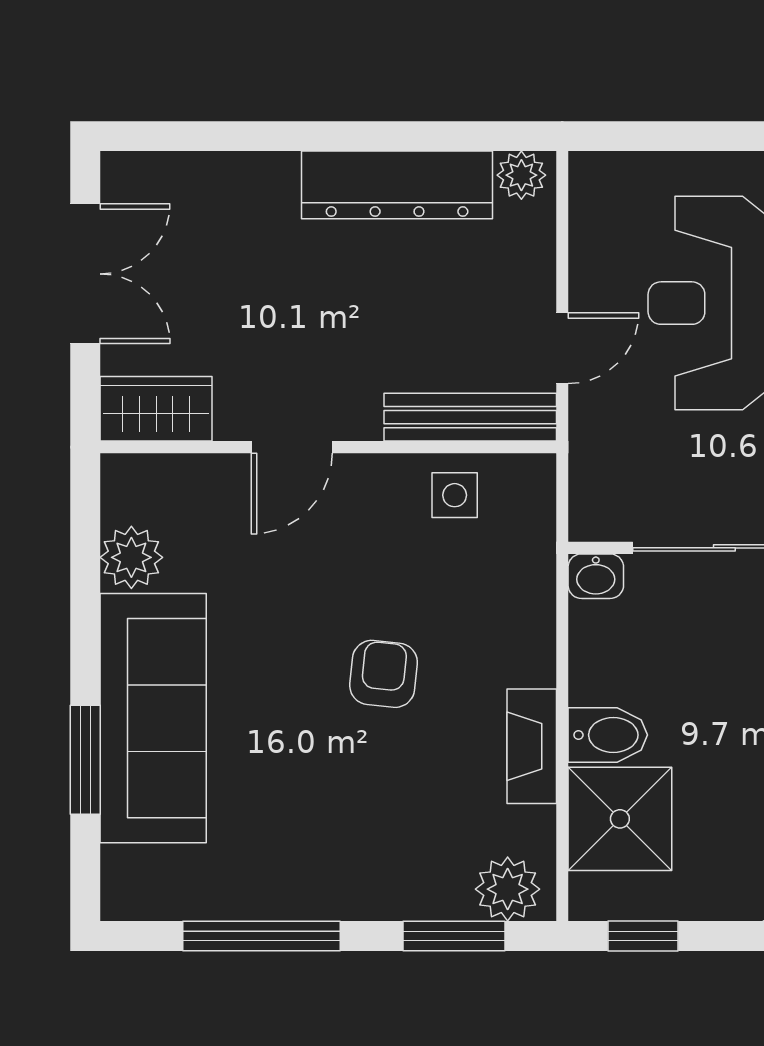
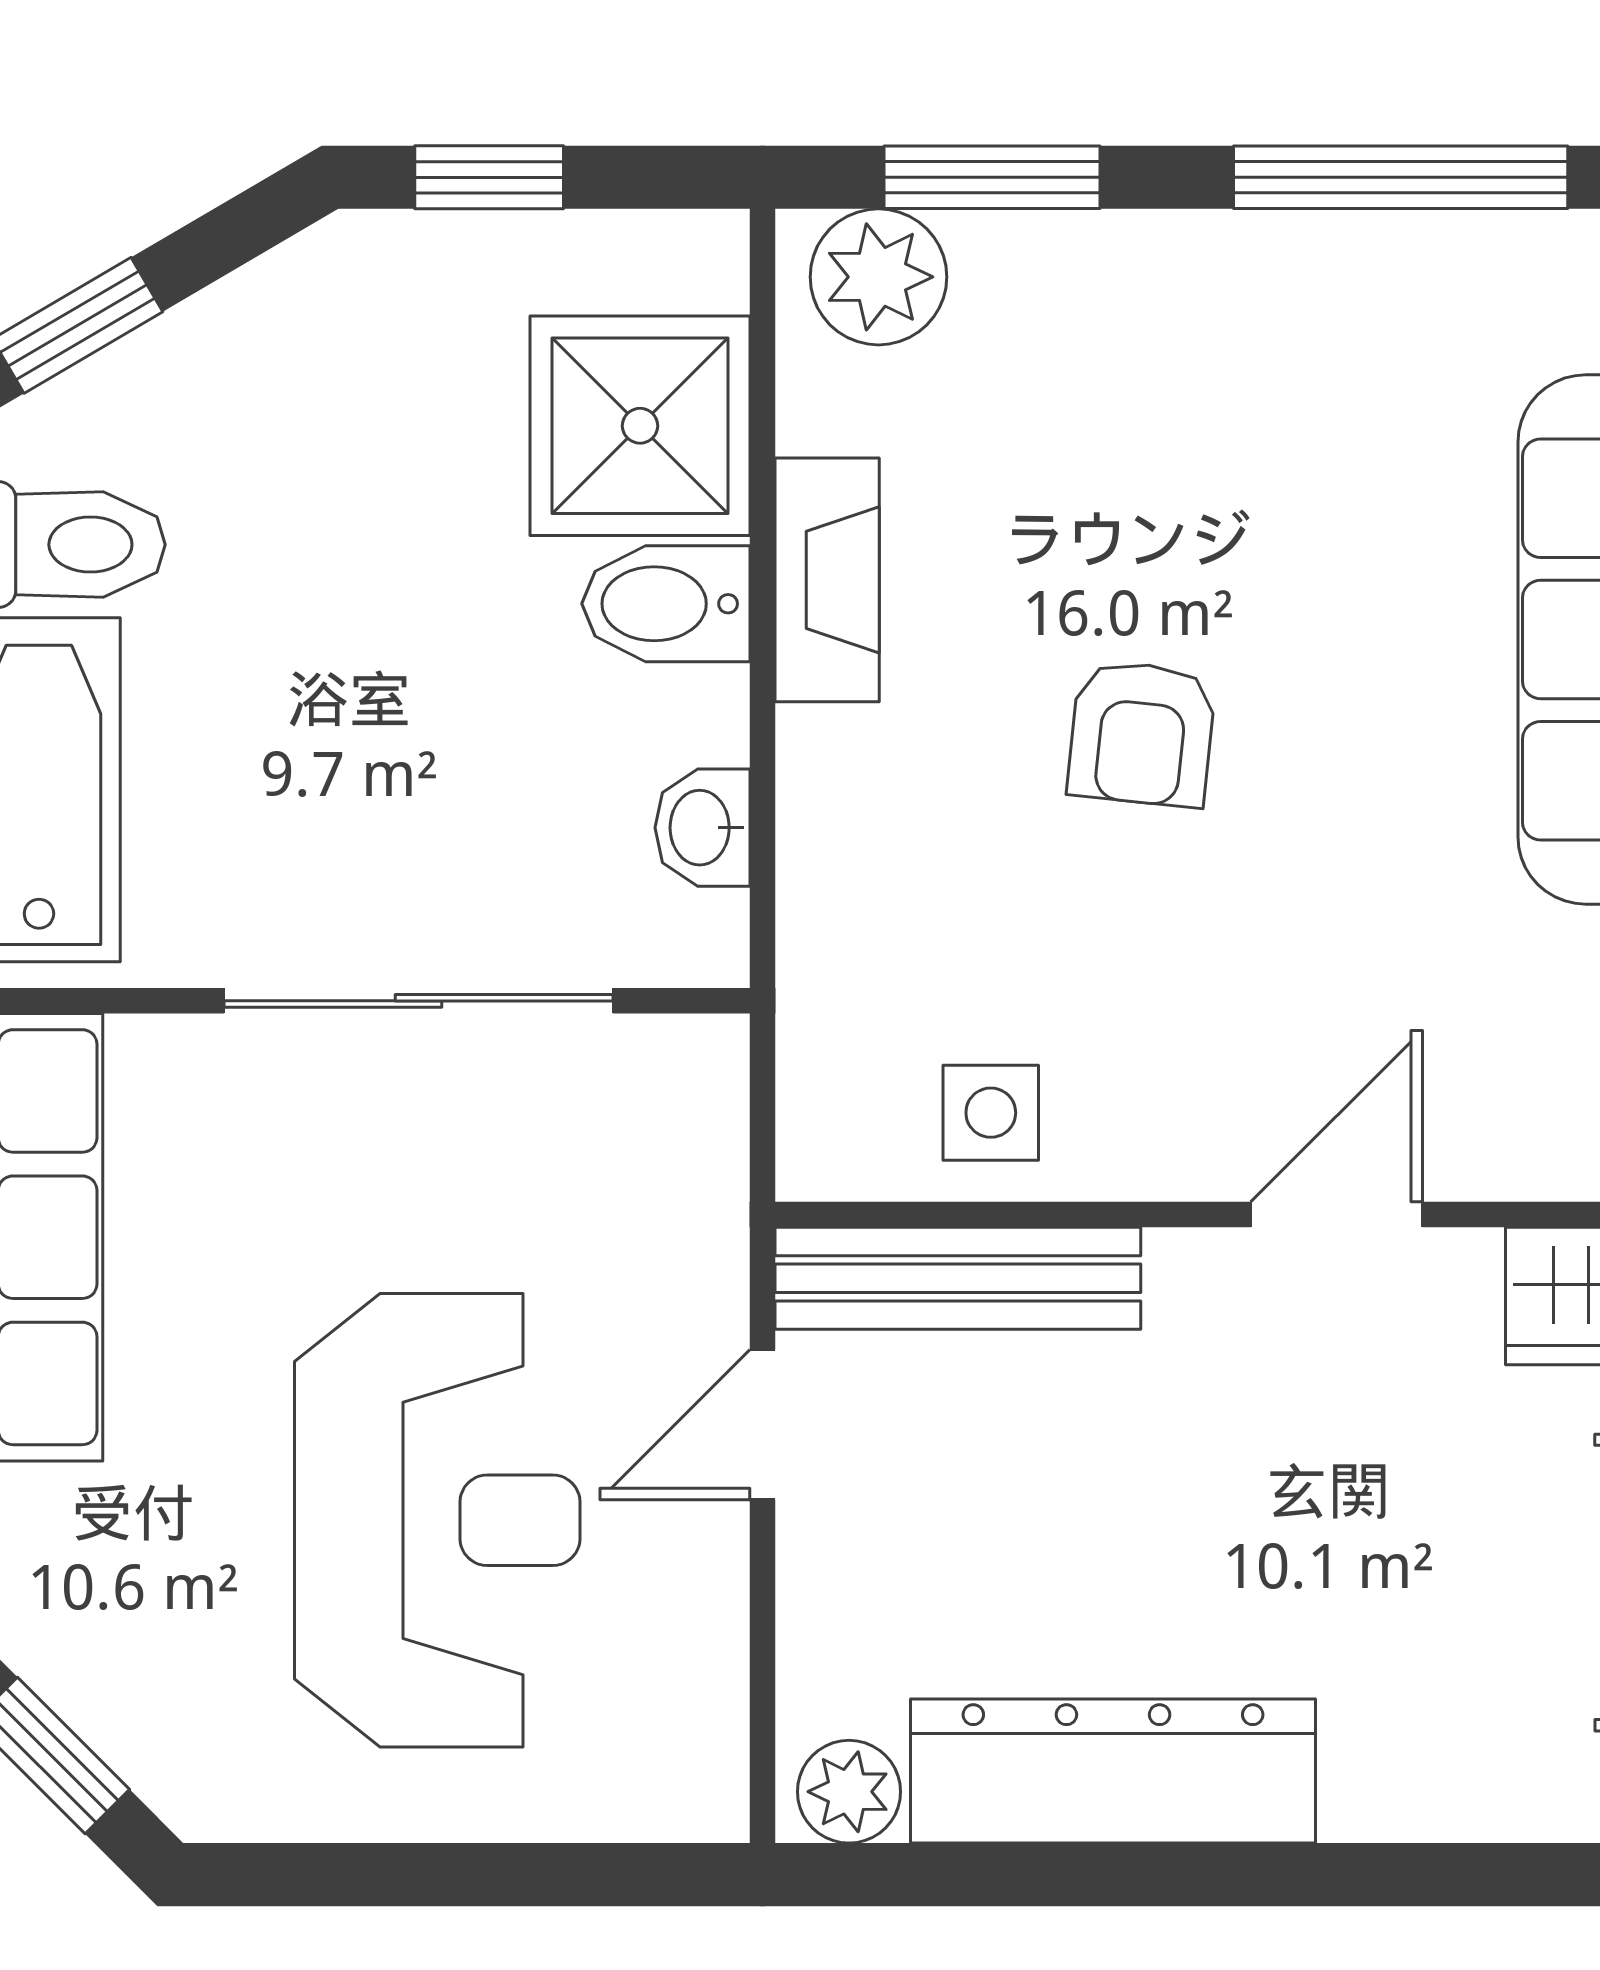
washbasin: (596, 576) -> (702, 828), moved, turned -90
window: (643, 936) -> (489, 177), moved

